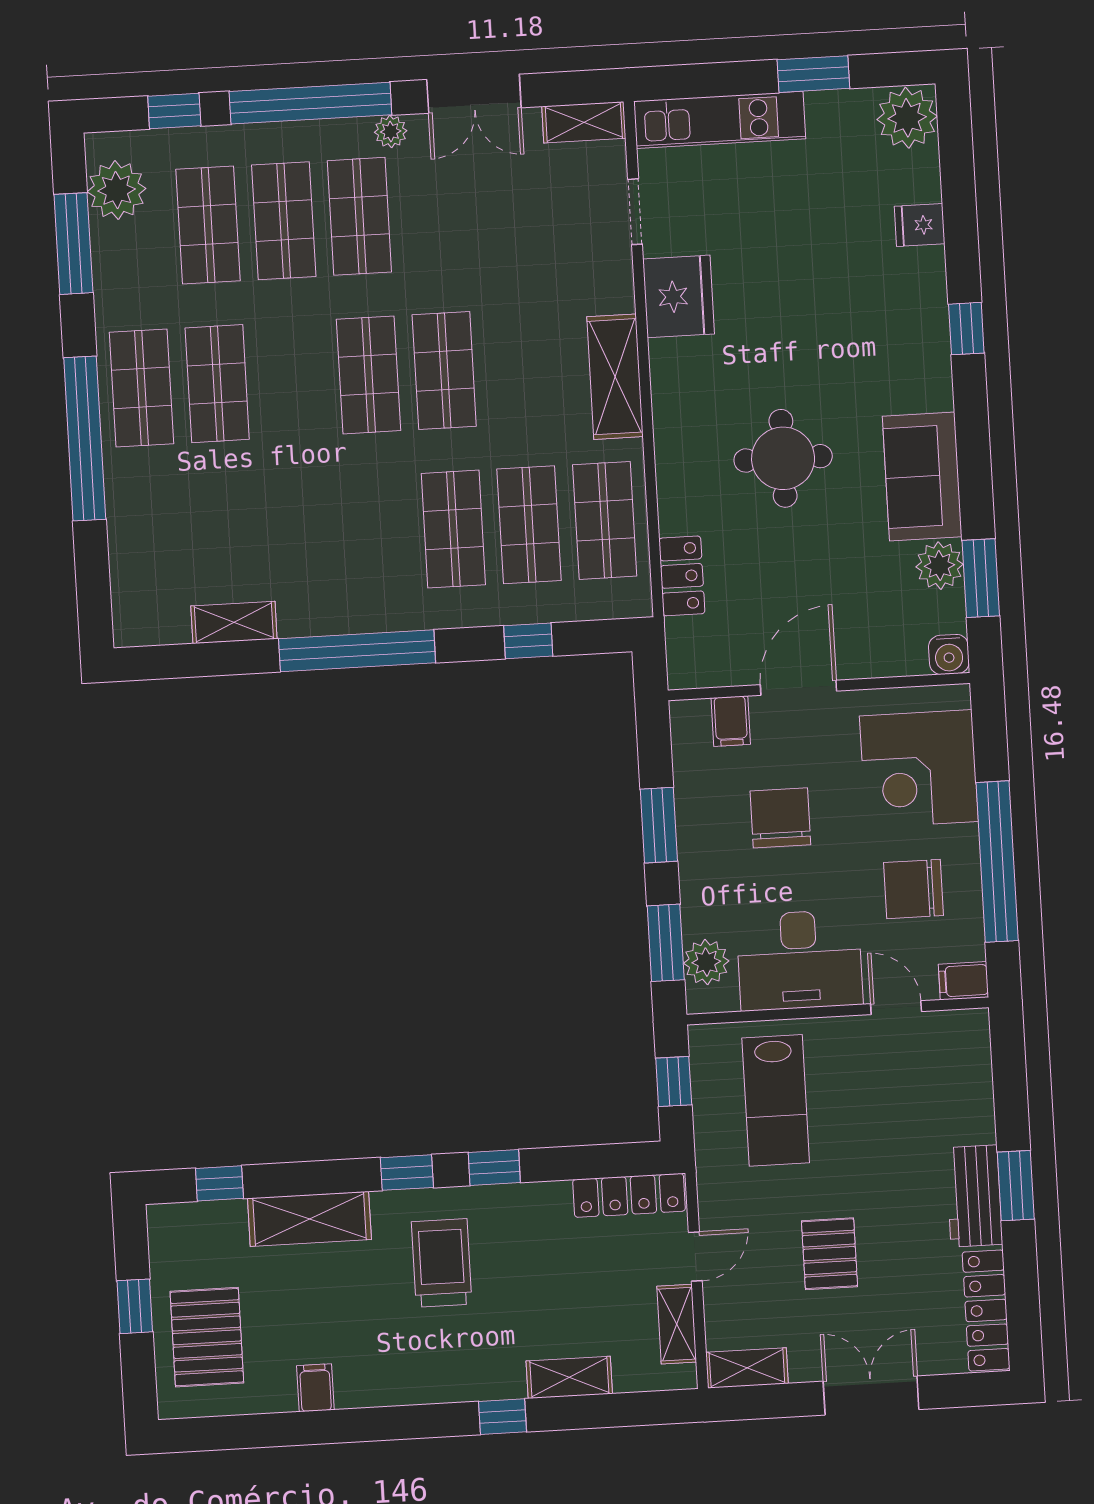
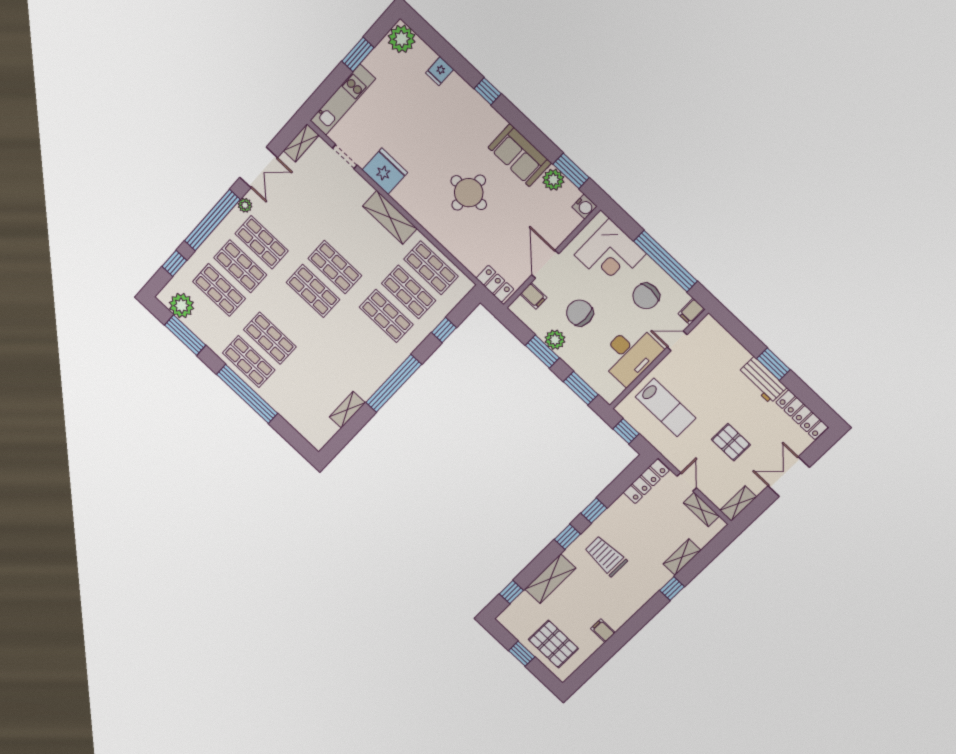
locker: (682, 576) -> (495, 284), moved
plant: (706, 962) -> (555, 340), moved

